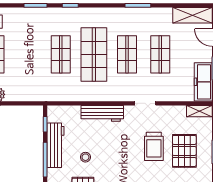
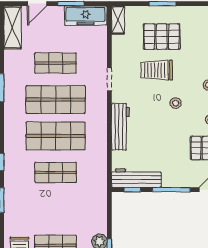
shop shelf: (127, 54) -> (56, 100), width x1.43, depth x1.36
workbench: (56, 145) -> (136, 178), moved
trolley: (154, 146) -> (157, 70), turned 180
stool: (85, 157) -> (176, 103), moved

